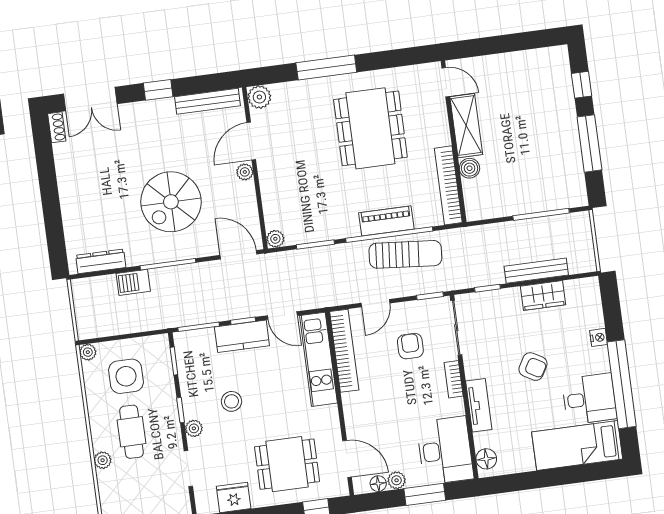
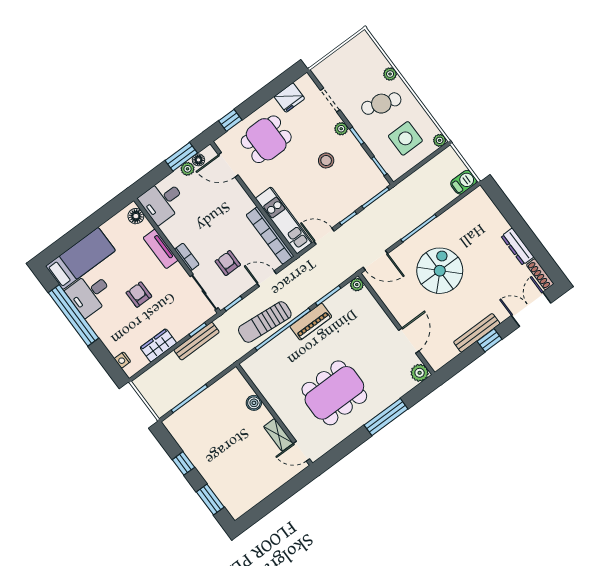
window: (582, 85) -> (210, 499), width x1.50
bench: (207, 101) -> (477, 333), moved
shelving: (466, 126) -> (278, 435), width x0.67, depth x0.75
shoe rack: (57, 127) -> (540, 274), width x1.43
dining table: (370, 128) -> (334, 393), turned 90
window: (589, 143) -> (183, 463), width x0.46
plant: (245, 172) -> (402, 318), removed
bookcase: (448, 185) -> (262, 384), removed
piano: (386, 221) -> (311, 322), moved
dresser: (101, 261) -> (517, 247), moved, turned 90
bench: (536, 271) -> (197, 341), moved
barbecue: (133, 282) -> (464, 182), moved
door: (375, 303) -> (267, 279), hinge flipped
kitchen counter: (242, 336) -> (343, 207), removed
nightstand: (599, 337) -> (122, 360), moved
armchair: (410, 346) -> (228, 263), turned 180
armchair: (533, 367) -> (139, 295), turned 60
cafe table: (132, 432) -> (381, 104), turned -71
desk: (445, 450) -> (162, 201), width x0.73
window: (425, 494) -> (181, 157), moved

